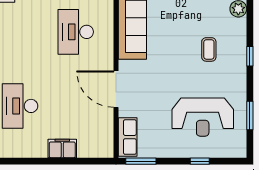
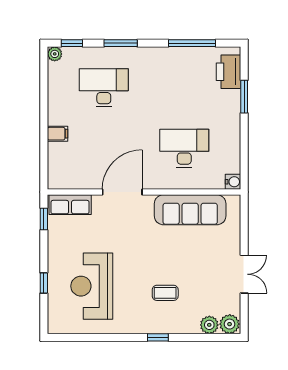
window: (250, 115) -> (93, 337), removed
filing cabinet: (62, 149) -> (58, 134), width x0.50
window: (141, 161) -> (44, 219), width x0.67

